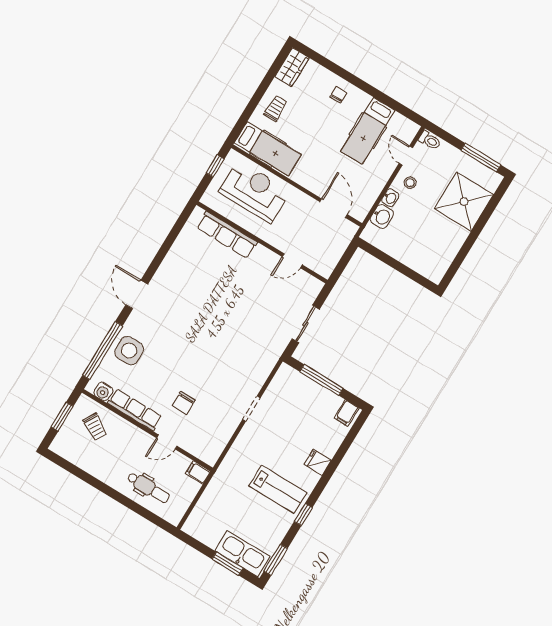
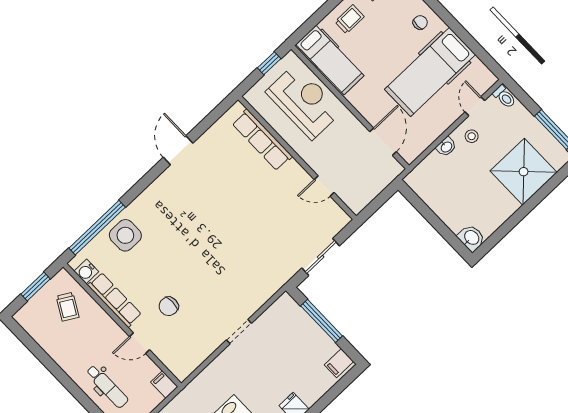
hospital bed: (368, 131) -> (430, 72), width x1.37, depth x1.29
washbasin: (382, 217) -> (471, 238), moved, turned -90
door: (137, 295) -> (178, 150), moved

